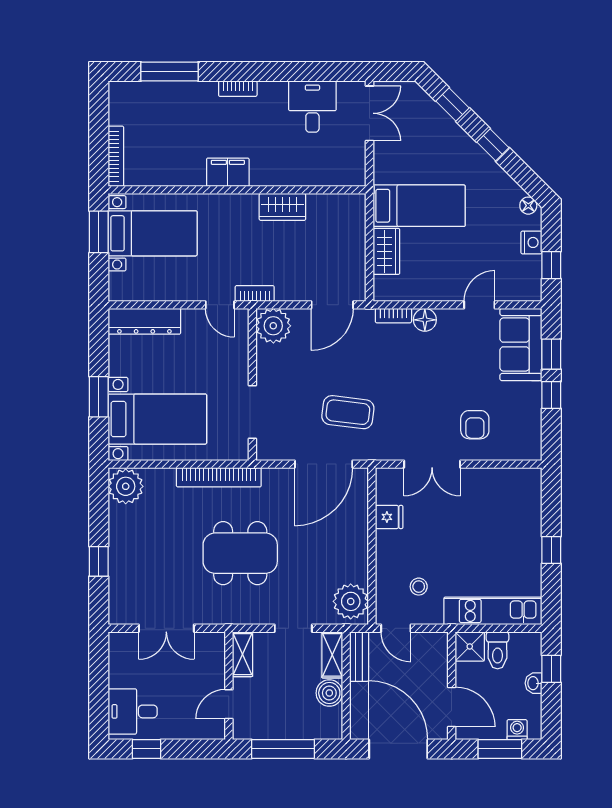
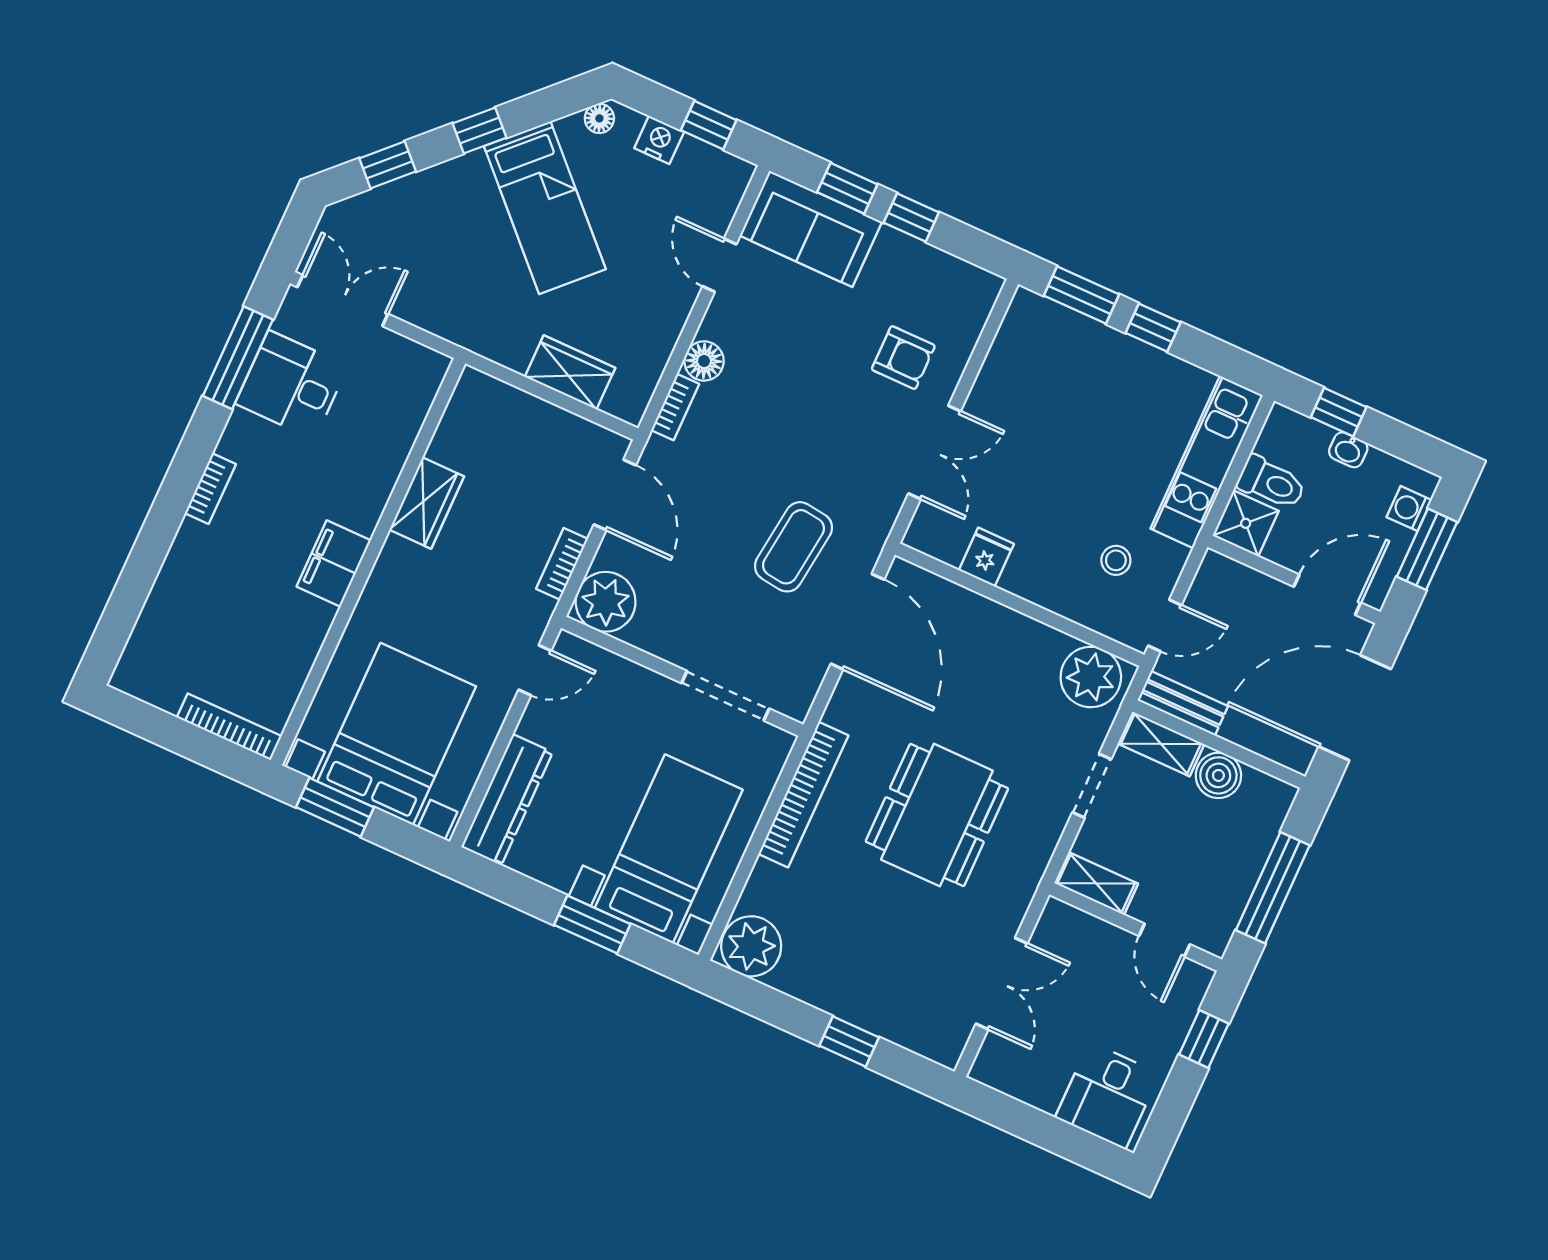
window: (170, 72) -> (238, 358), moved
bed: (419, 206) -> (545, 208), moved, turned 135
bed with nightstands: (153, 233) -> (397, 734), width x1.36
bookcase: (255, 293) -> (562, 564), moved
window: (551, 504) -> (1082, 295), added
window: (147, 749) -> (1204, 1039), moved

